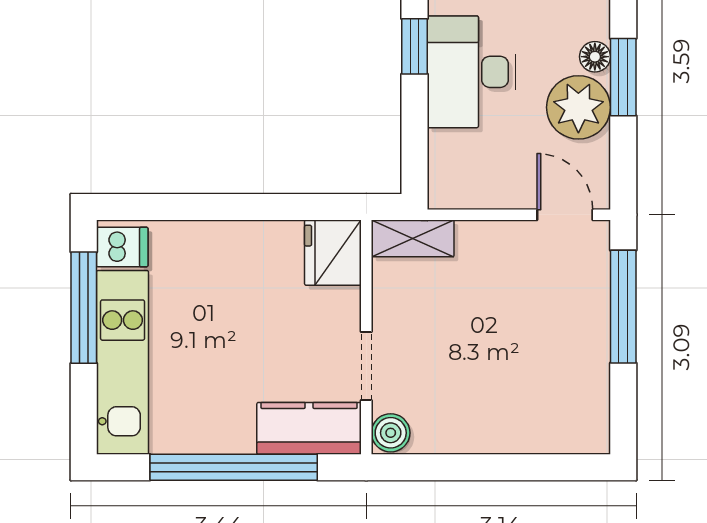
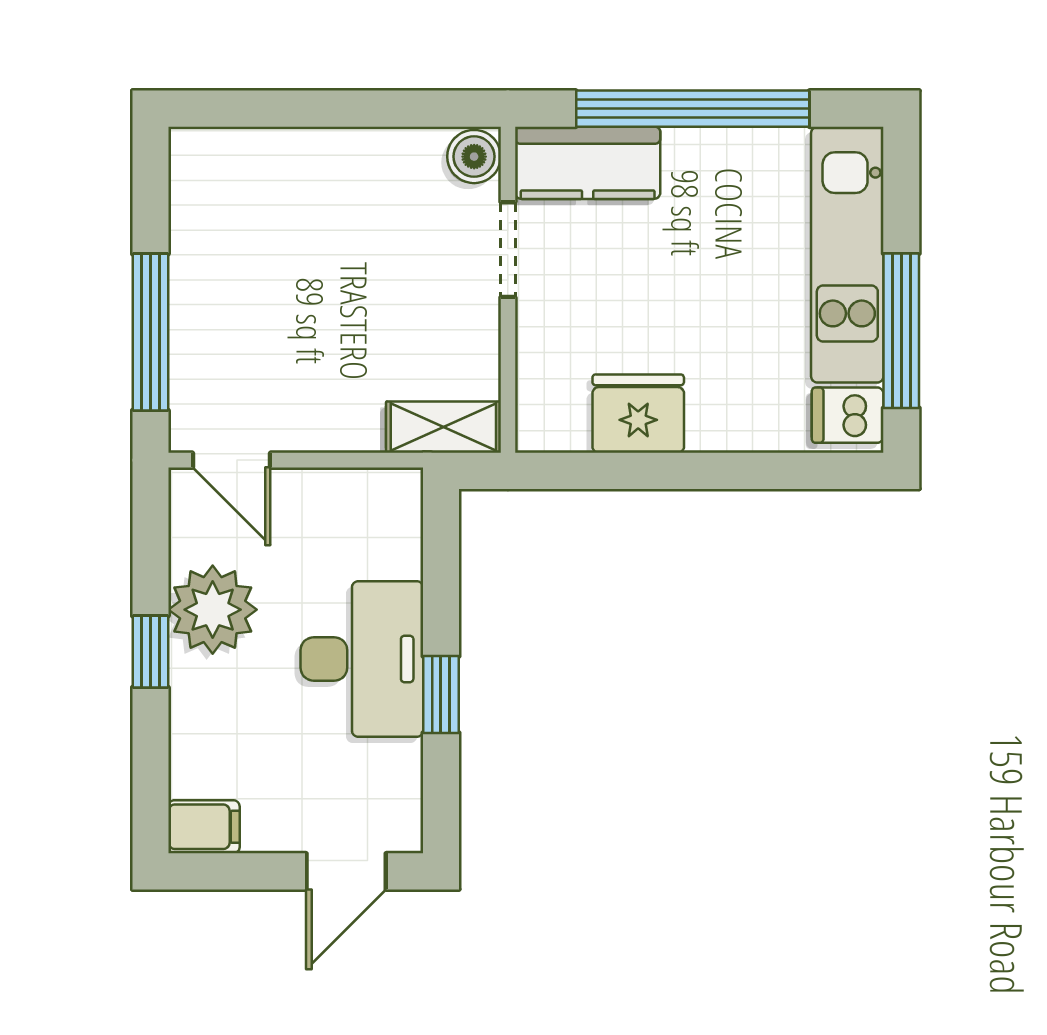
floor lamp: (595, 57) -> (190, 680), removed
window: (623, 77) -> (150, 652), width x0.67
fridge: (333, 253) -> (638, 414), moved, turned -90

